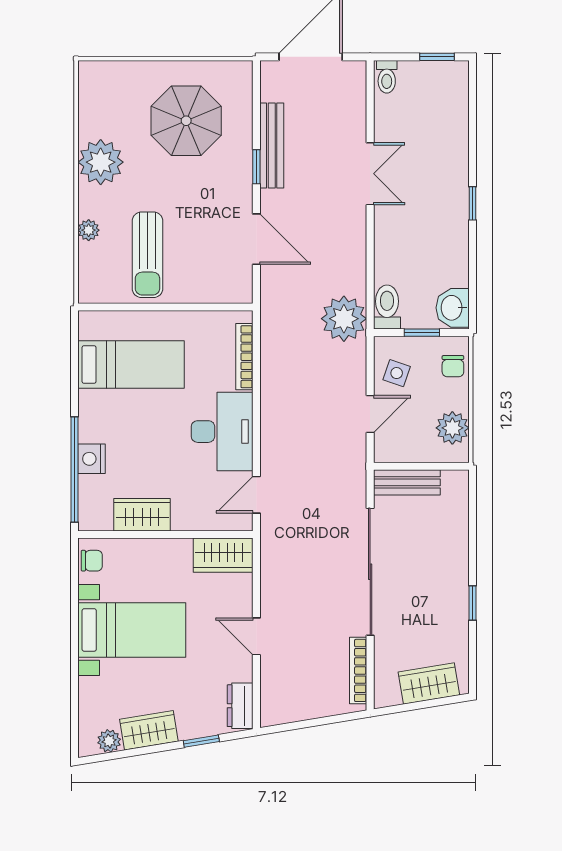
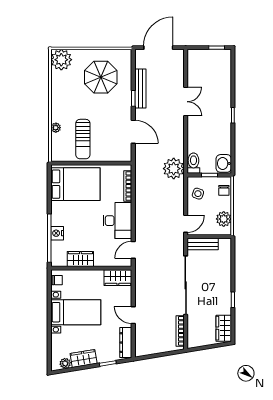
toilet: (387, 77) -> (193, 57), removed
plant: (101, 162) -> (61, 60), moved
bed: (131, 364) -> (75, 184), width x1.50
door: (370, 414) -> (186, 224), moved
wardrobe: (429, 683) -> (224, 328), moved, turned -81
dresser: (240, 706) -> (126, 343), width x1.44

